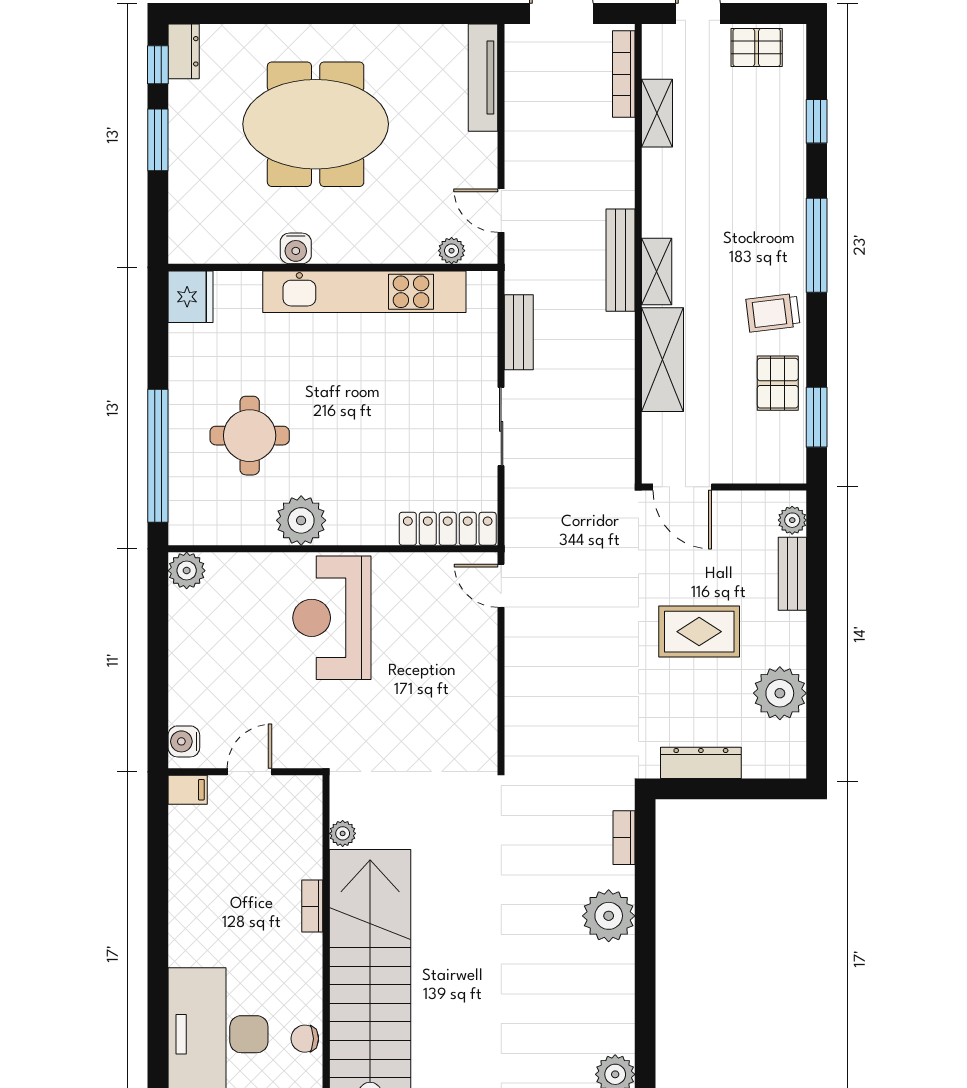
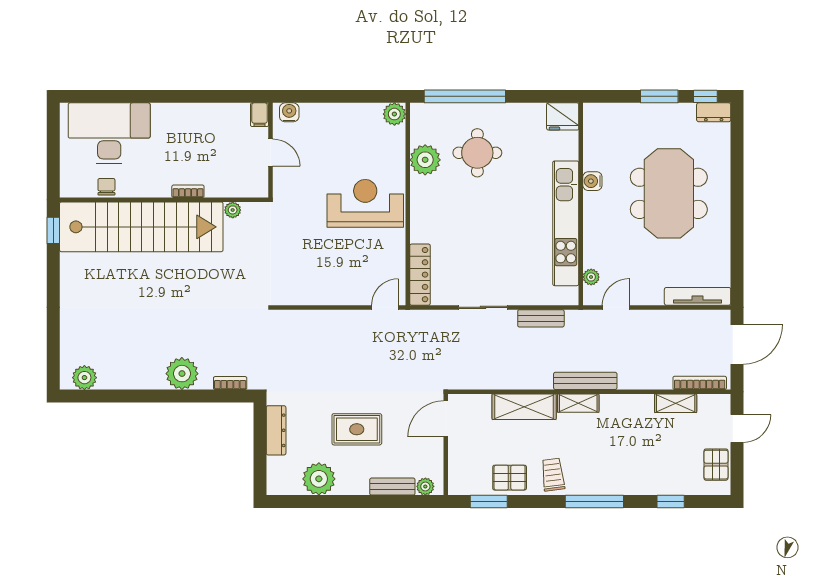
plant: (301, 520) -> (425, 160), moved
rug: (699, 632) -> (357, 429), turned 90

